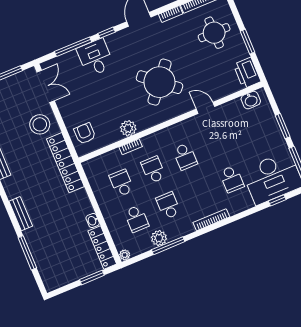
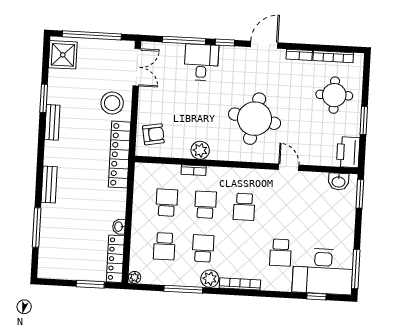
round table: (160, 82) -> (255, 119), turned -30
window: (283, 126) -> (360, 194), moved
armchair: (85, 133) -> (153, 134), turned 80
plant: (159, 238) -> (210, 279), moved

